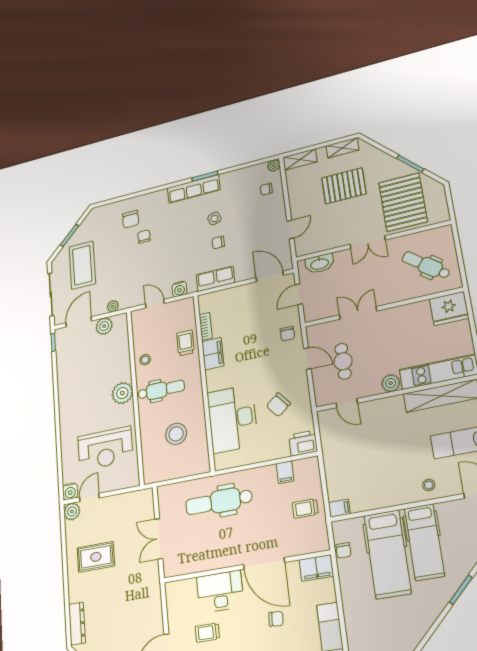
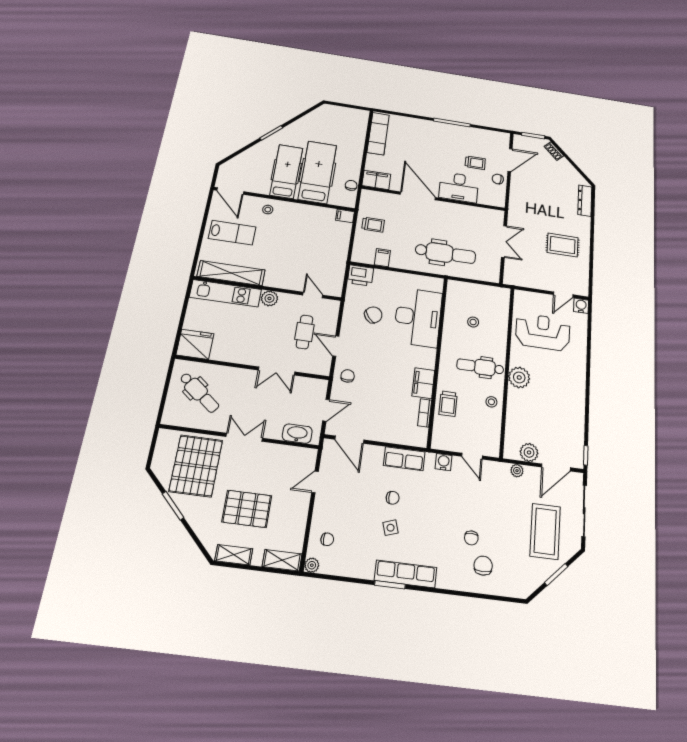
stool: (176, 434) -> (473, 322), width x0.53, depth x0.53
plant: (72, 512) -> (581, 288), removed
chair: (276, 619) -> (498, 179), moved

